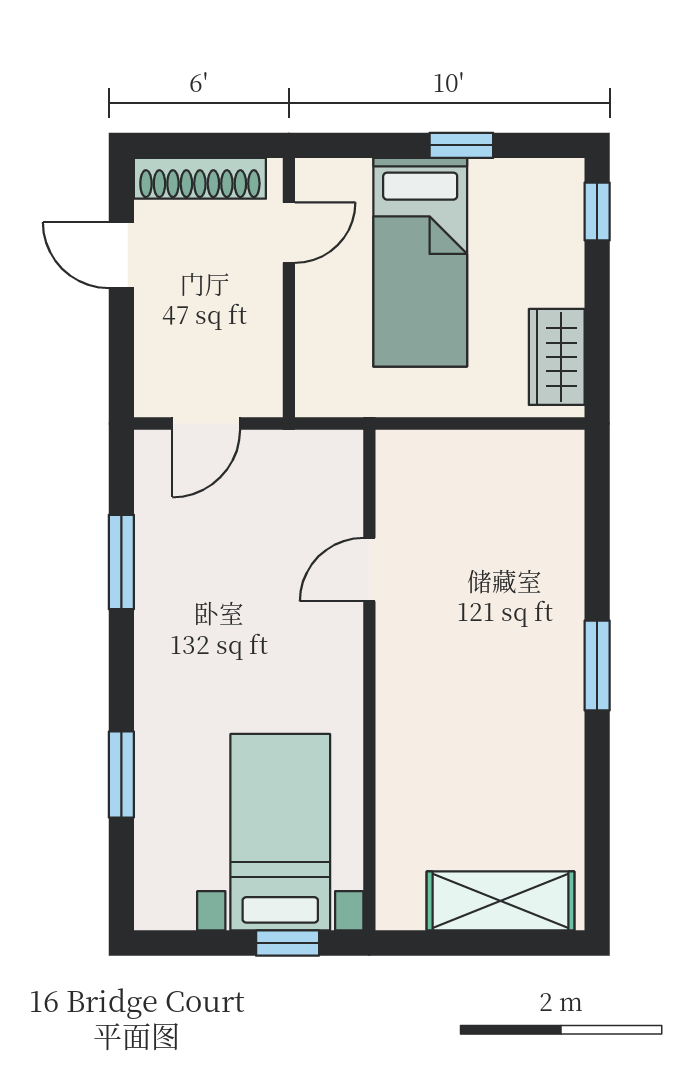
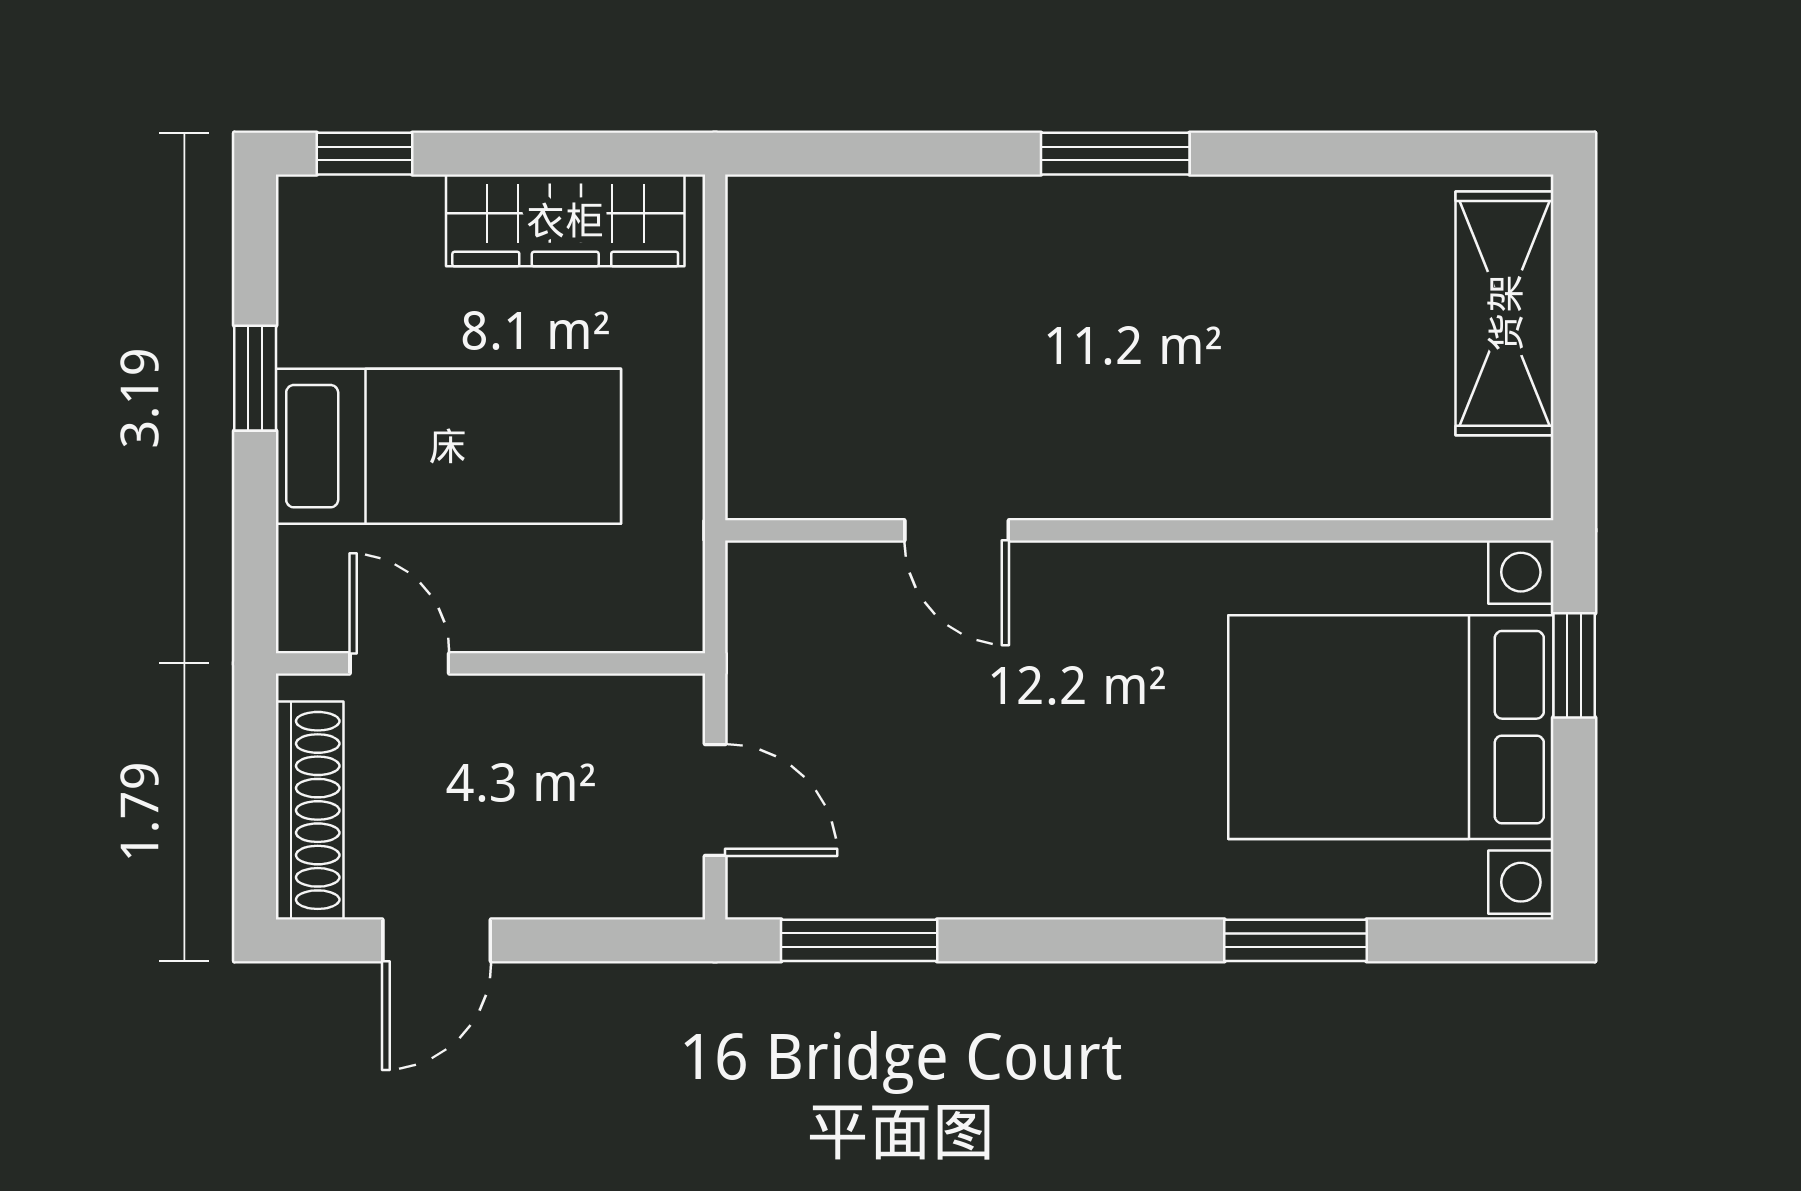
wardrobe: (557, 357) -> (565, 220), width x1.50
window: (121, 562) -> (859, 940), moved
bed with nightstands: (280, 832) -> (1391, 727), width x1.36

